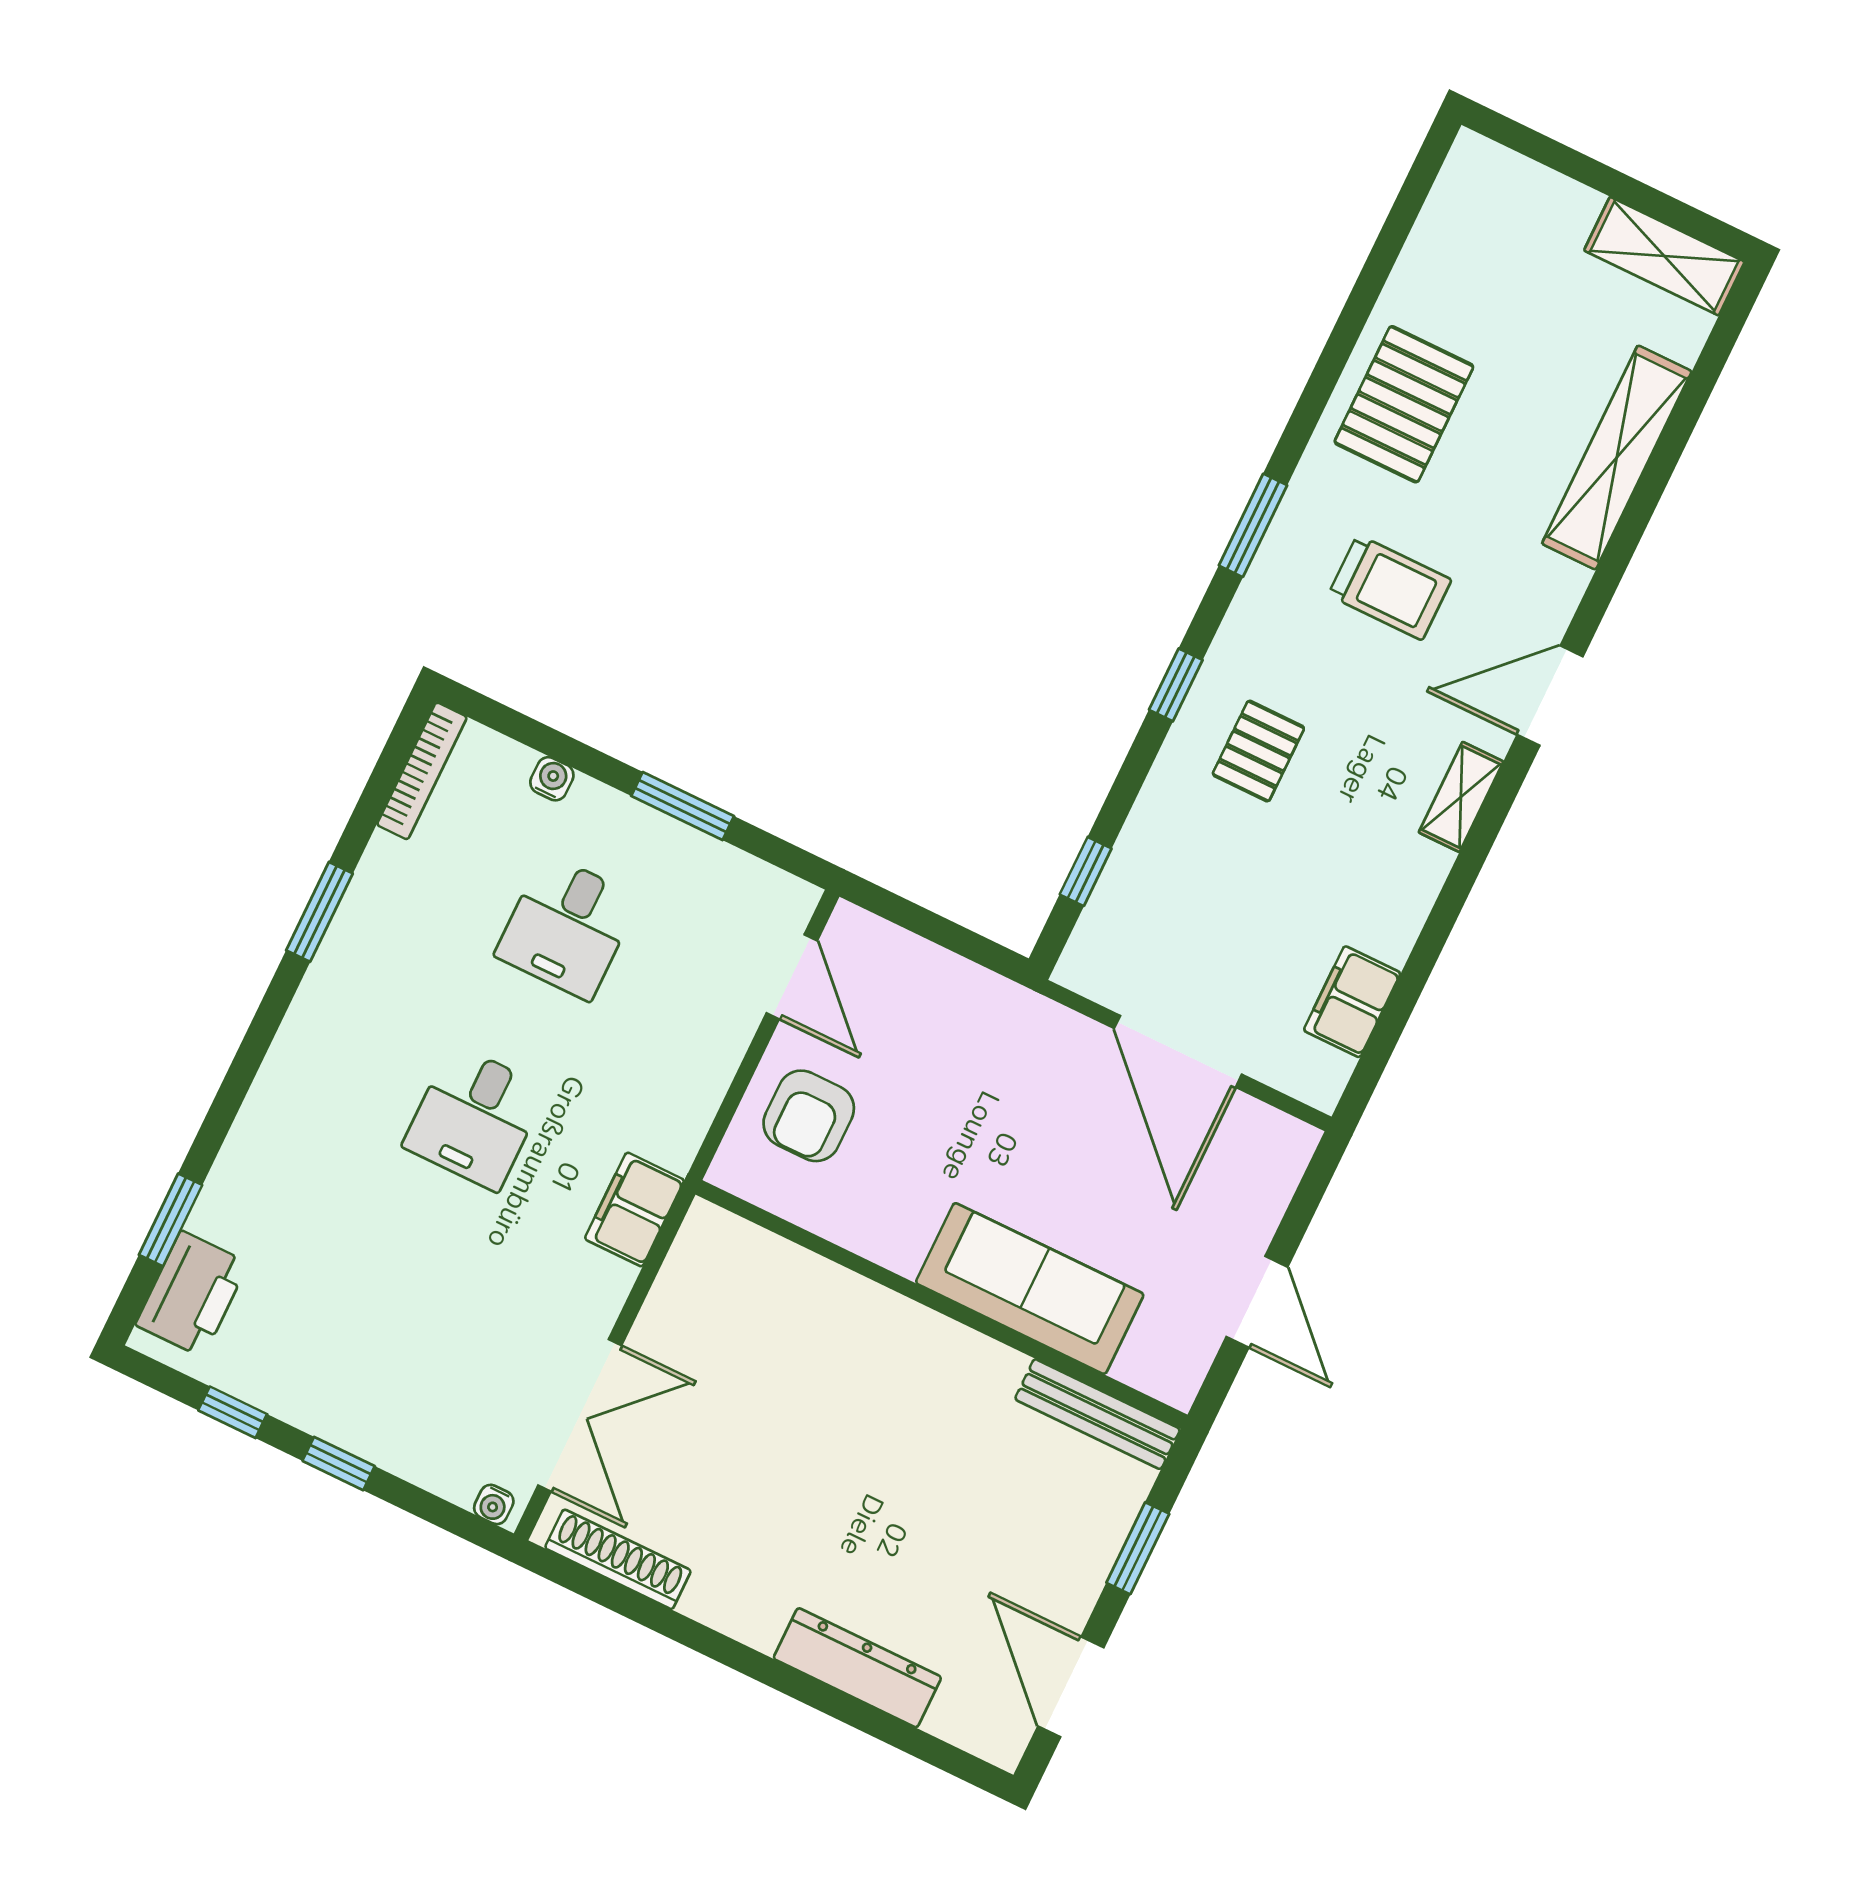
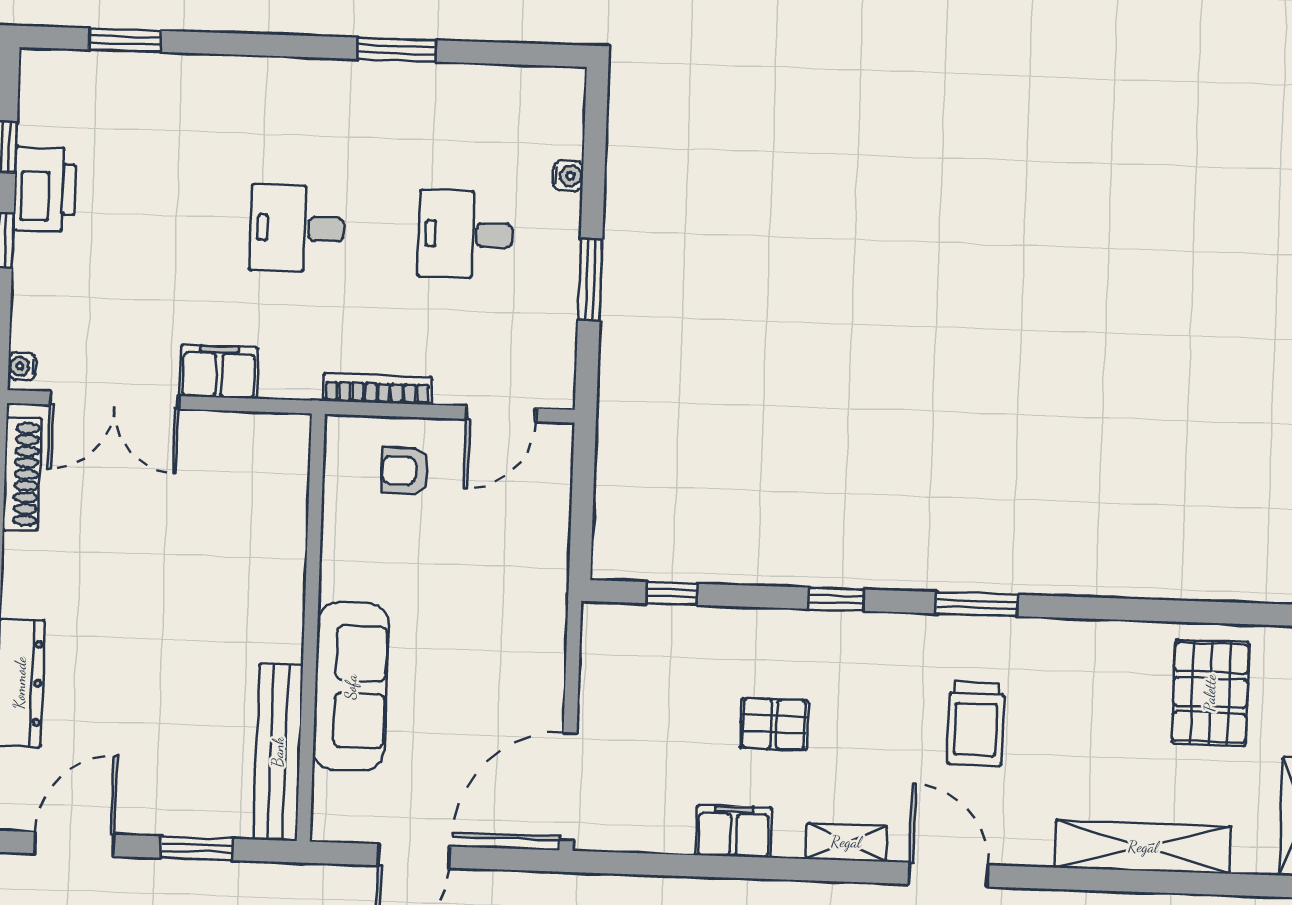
pallet: (1404, 404) -> (1210, 693), moved, turned 90
pallet: (1258, 751) -> (774, 724), moved
bookcase: (422, 771) -> (377, 389), moved, turned 180
filing cabinet: (1352, 1002) -> (734, 831), moved
door: (1178, 1051) -> (568, 786), moved
armchair: (809, 1116) -> (405, 471), width x0.72, depth x0.72
filing cabinet: (634, 1209) -> (219, 372), moved
printer: (192, 1294) -> (45, 189), moved, turned -90
bench: (1098, 1414) -> (278, 752), width x1.37, depth x1.21

